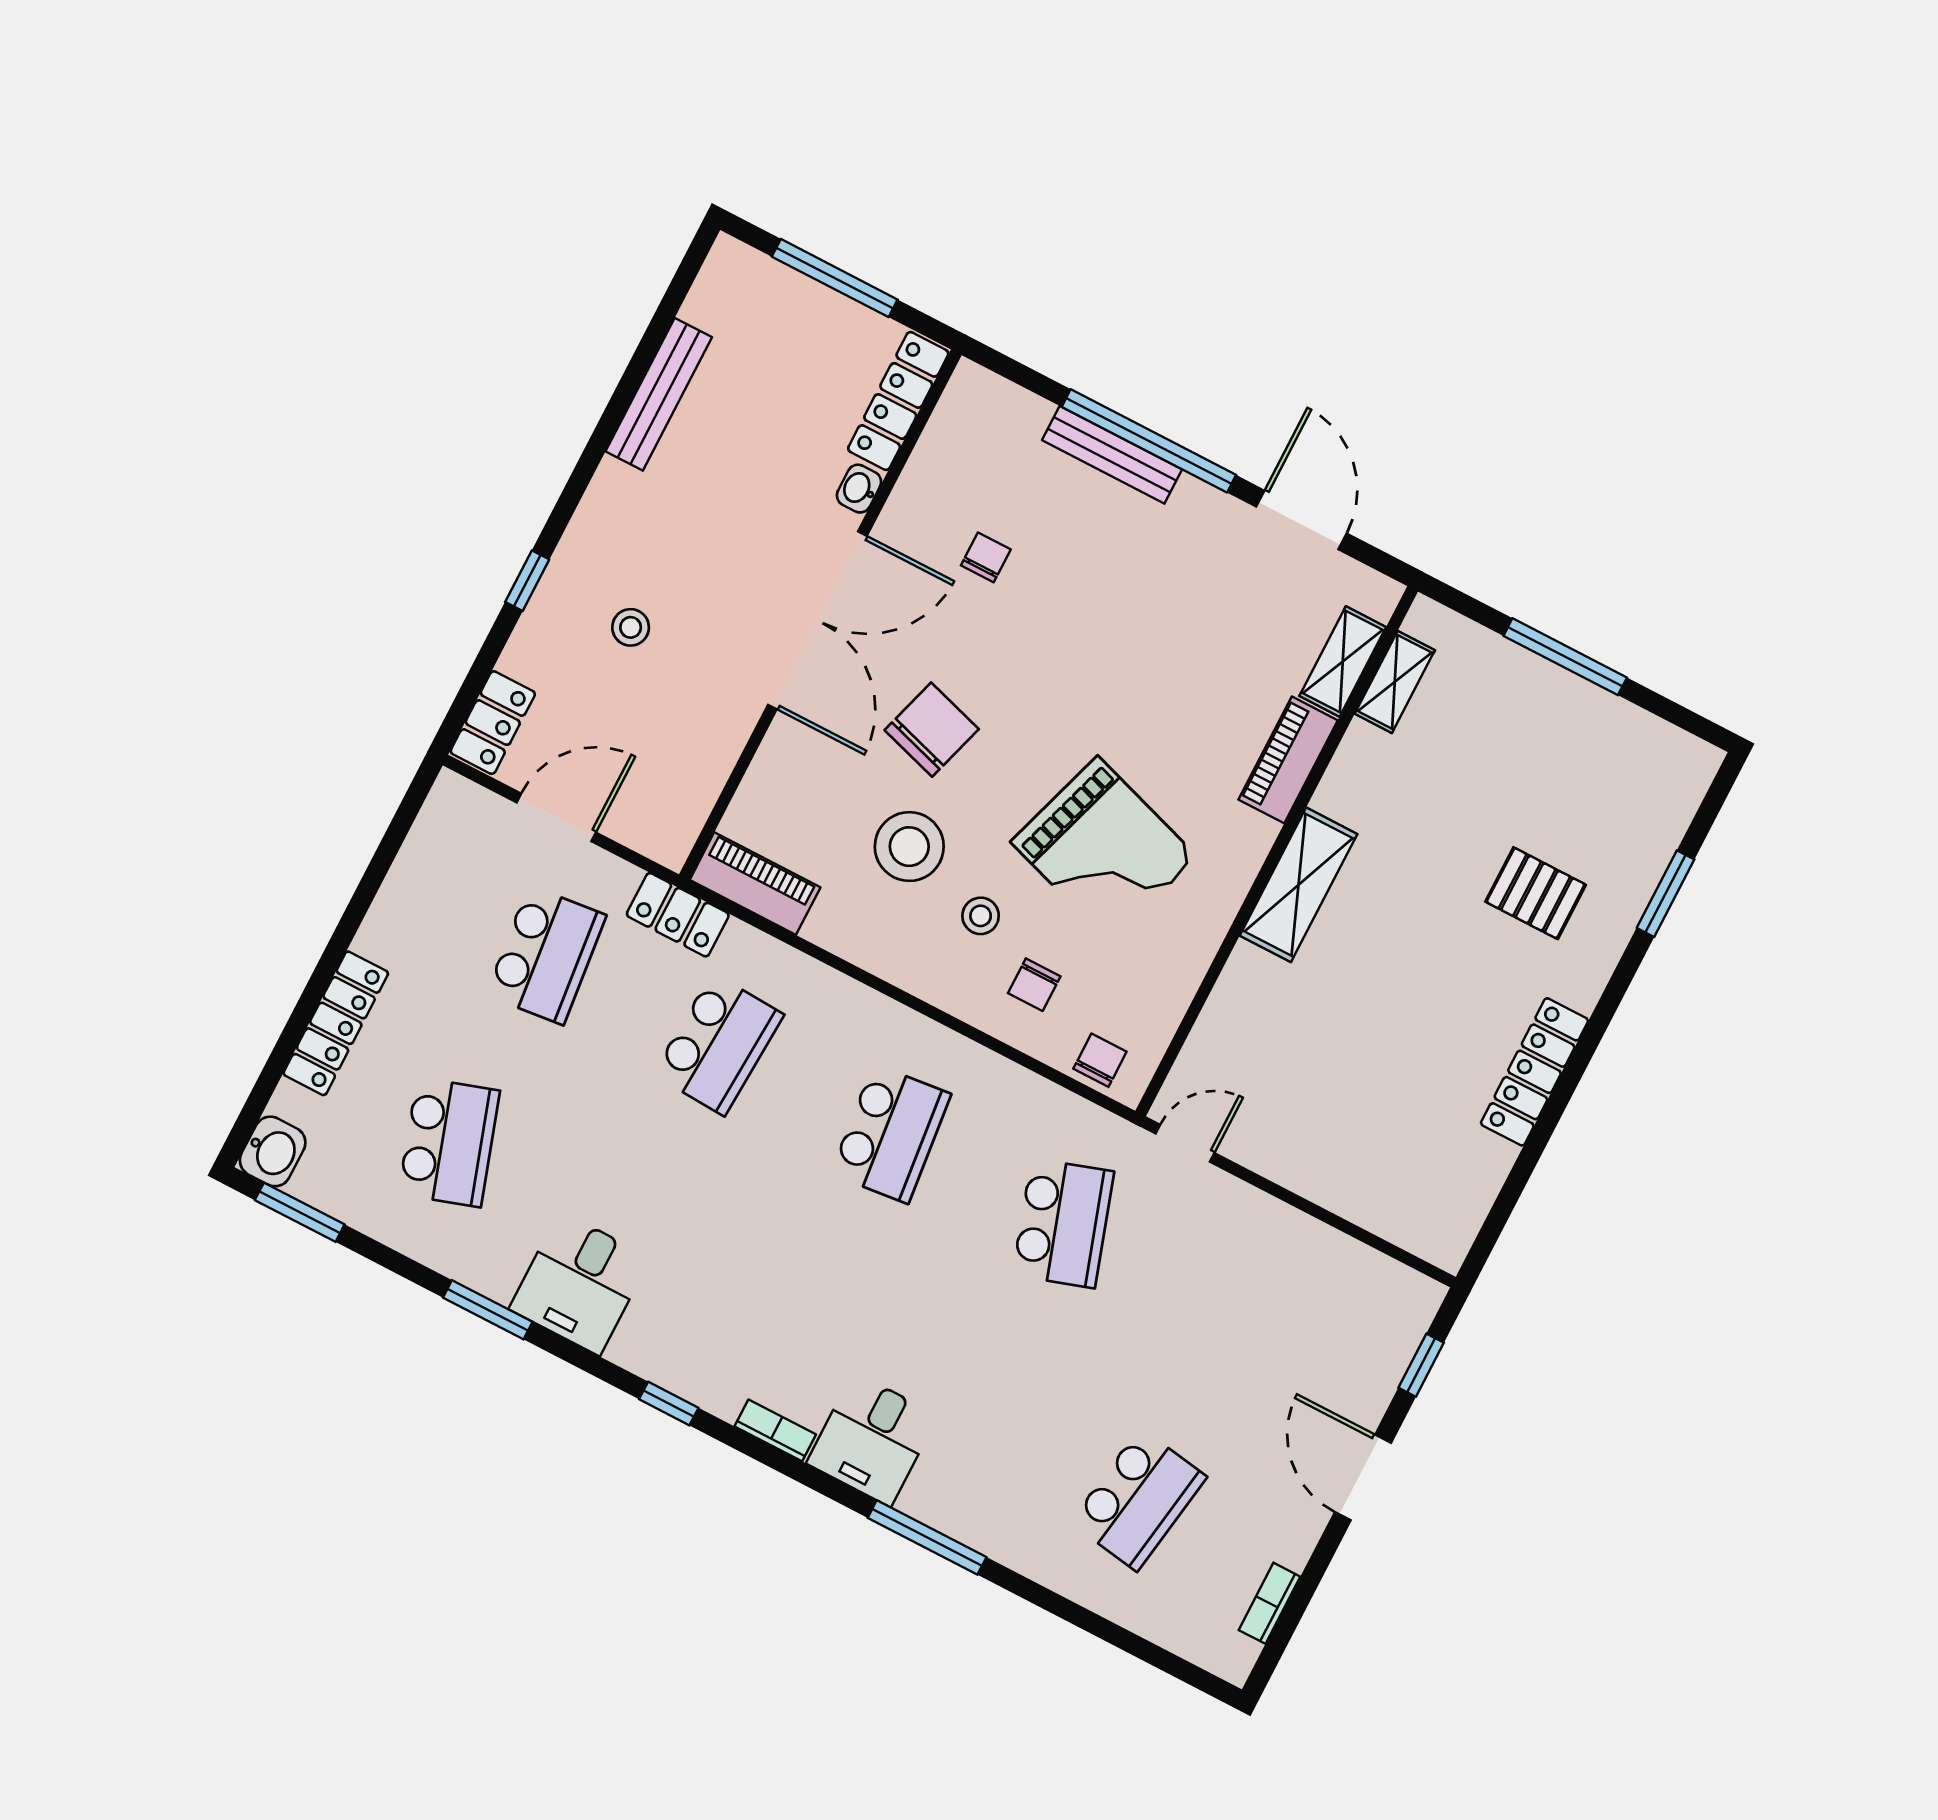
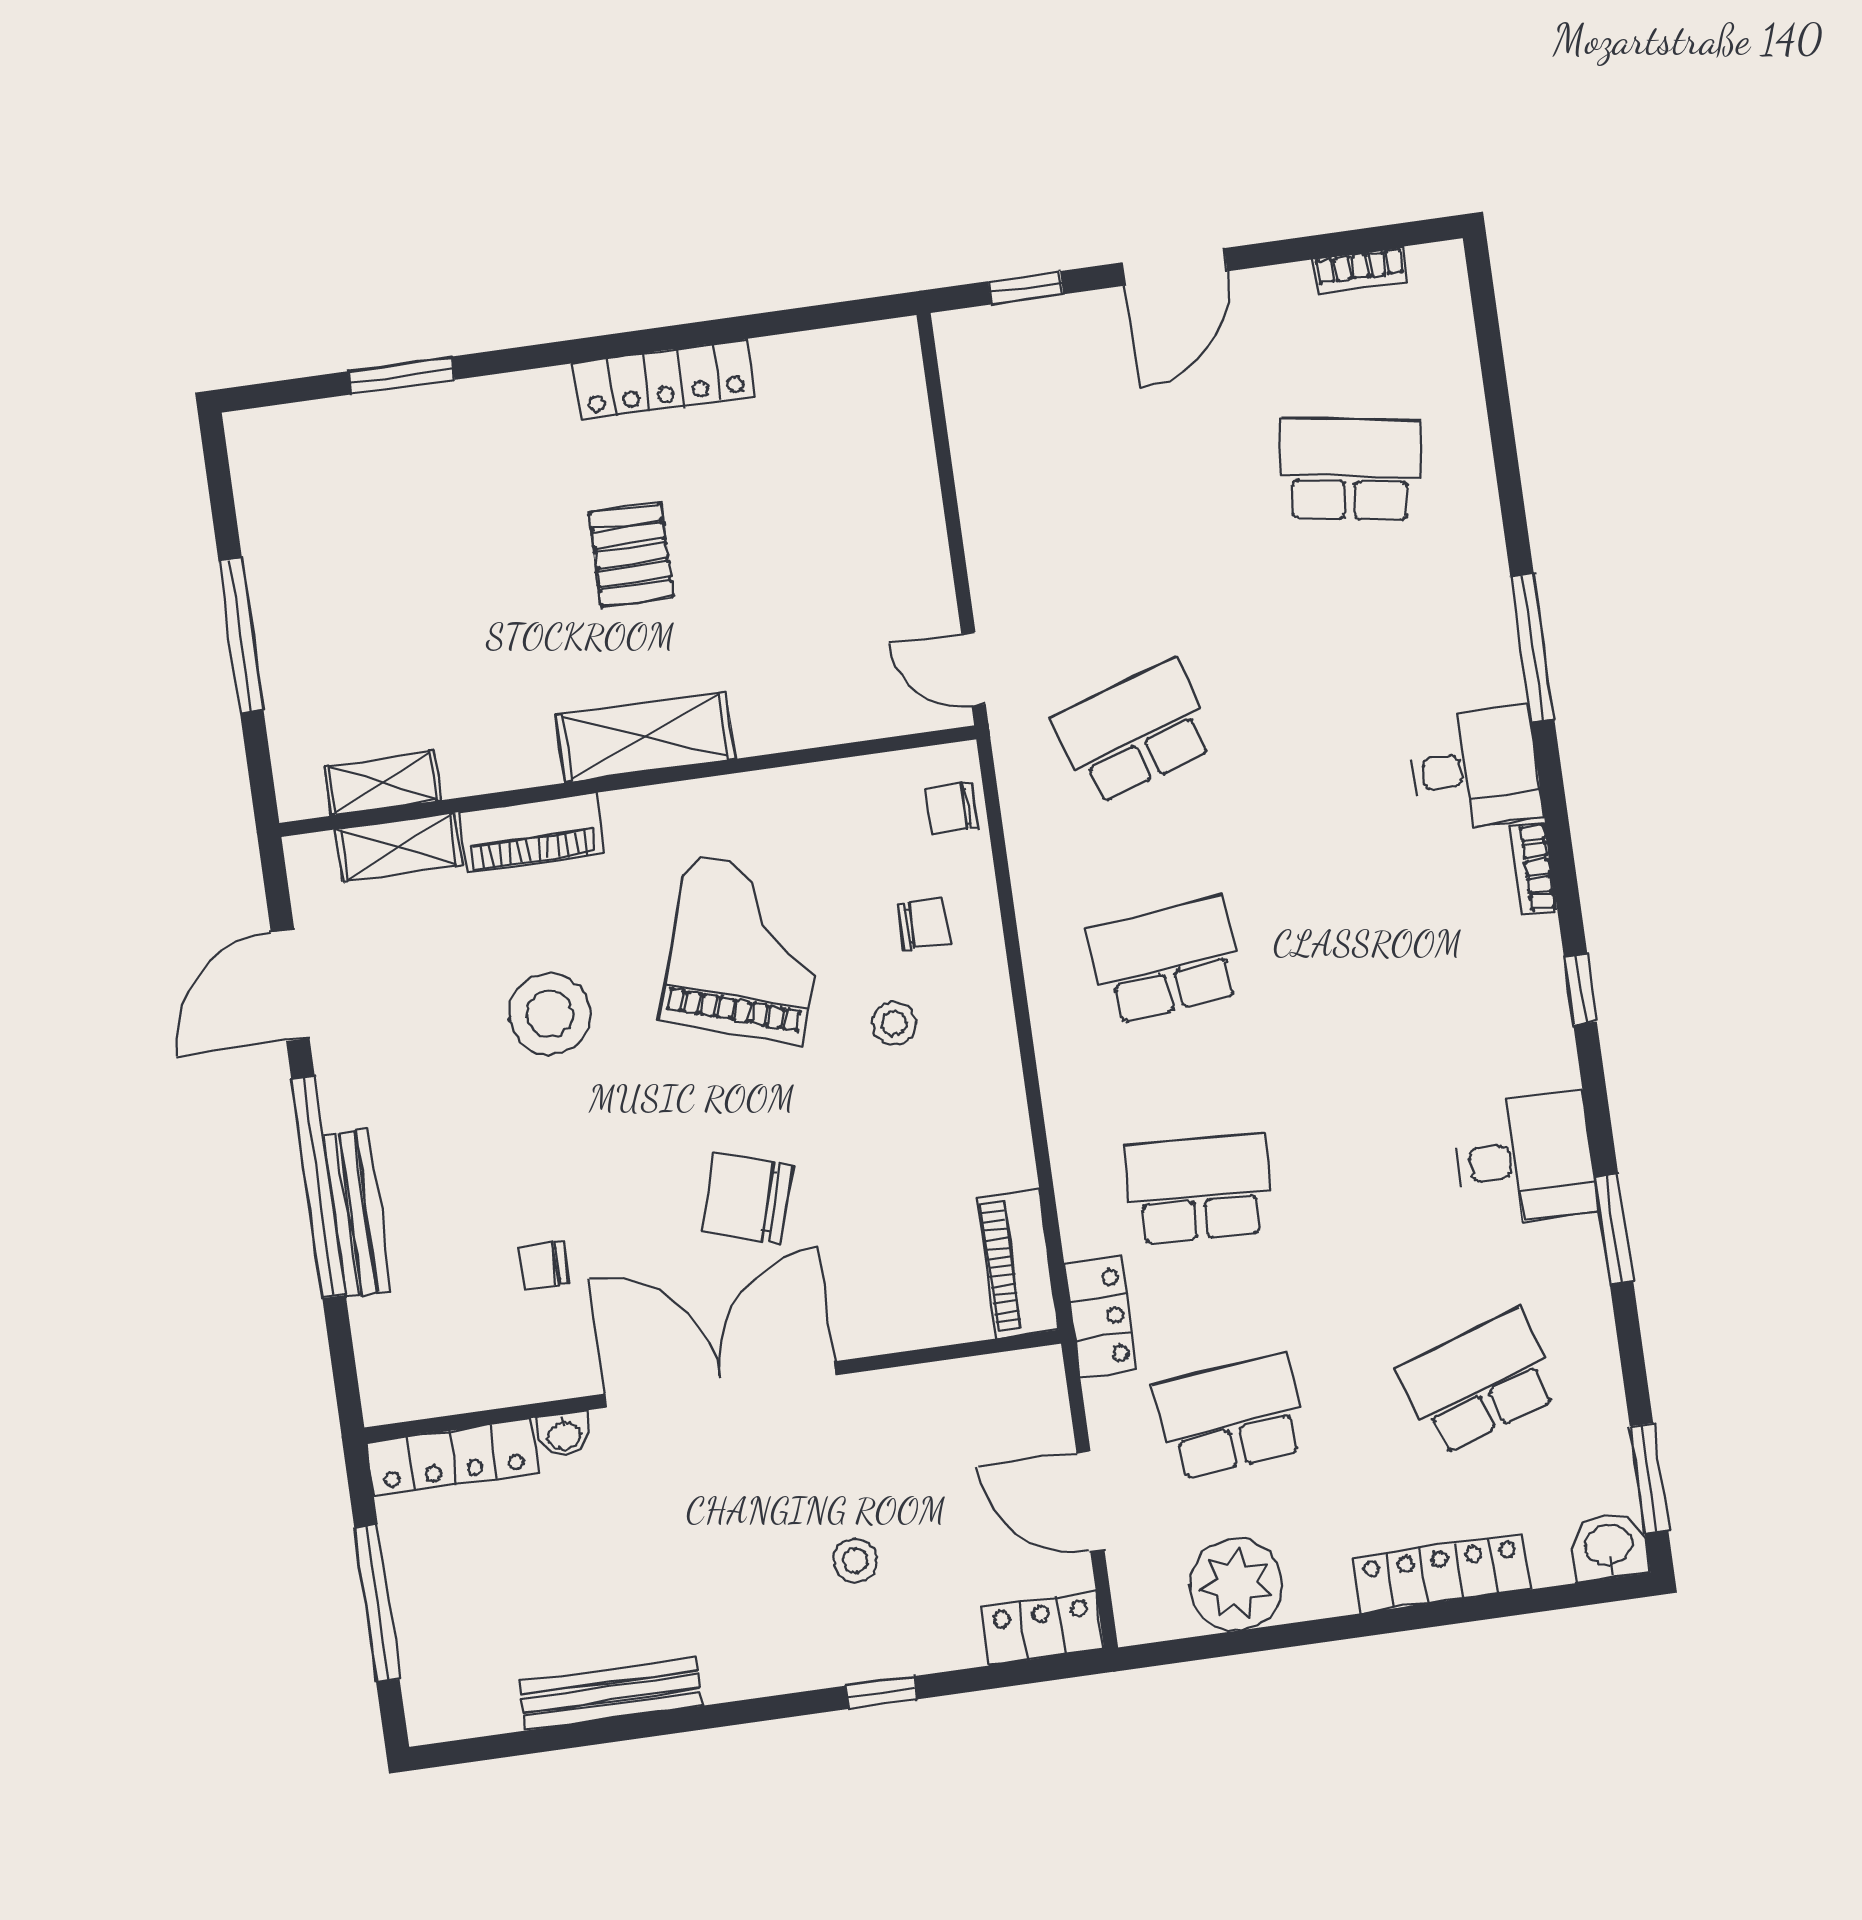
stool: (909, 847) -> (550, 1014), moved
plant: (428, 877) -> (1236, 1584), added
pallet: (1536, 893) -> (631, 555), moved

